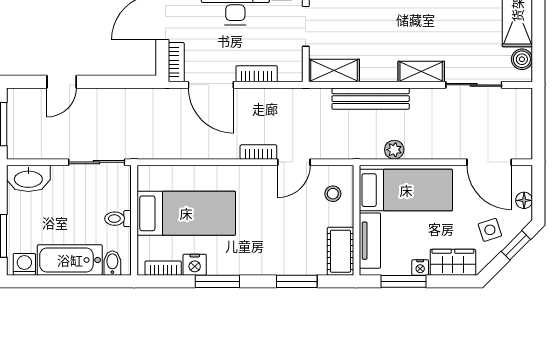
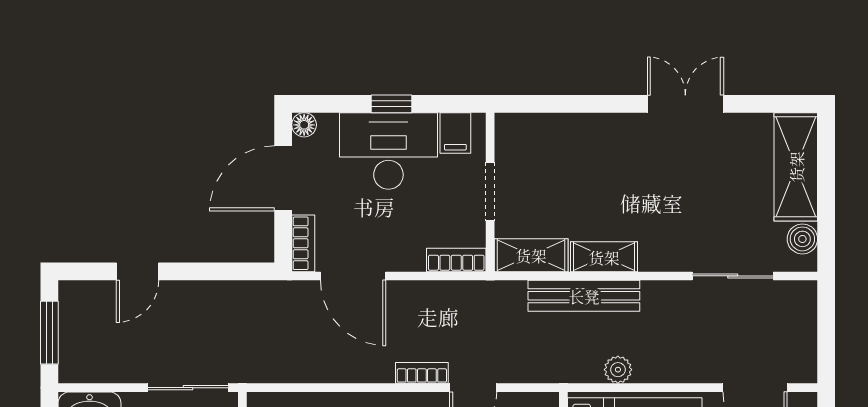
shelving: (421, 72) -> (604, 257), moved
bookcase: (257, 74) -> (456, 260), moved

